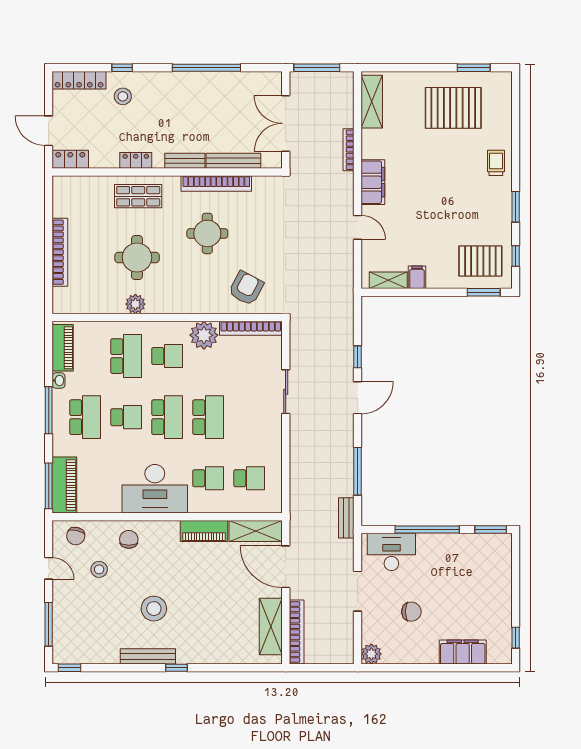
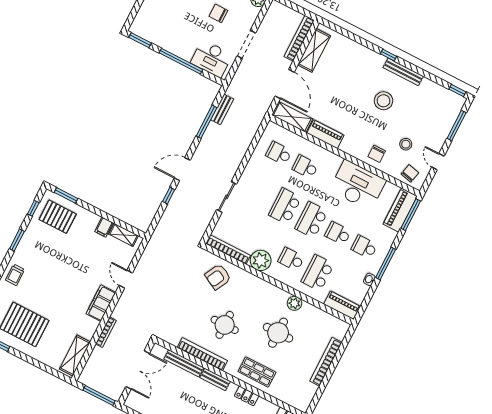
piano: (63, 348) -> (342, 305), moved, turned 90
school desk: (85, 417) -> (364, 247), width x0.54
desk: (155, 489) -> (358, 185), moved
bench: (346, 518) -> (222, 109), moved

